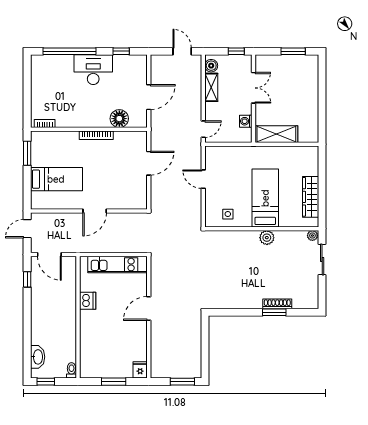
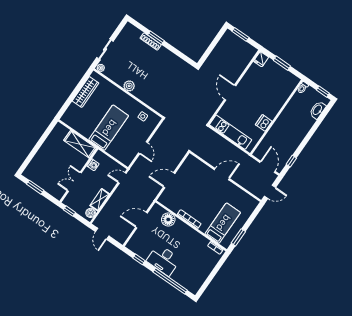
bed: (56, 179) -> (223, 223), moved, turned 90
bed: (265, 198) -> (109, 128), moved, turned 180
door: (149, 309) -> (230, 93), swing flipped

